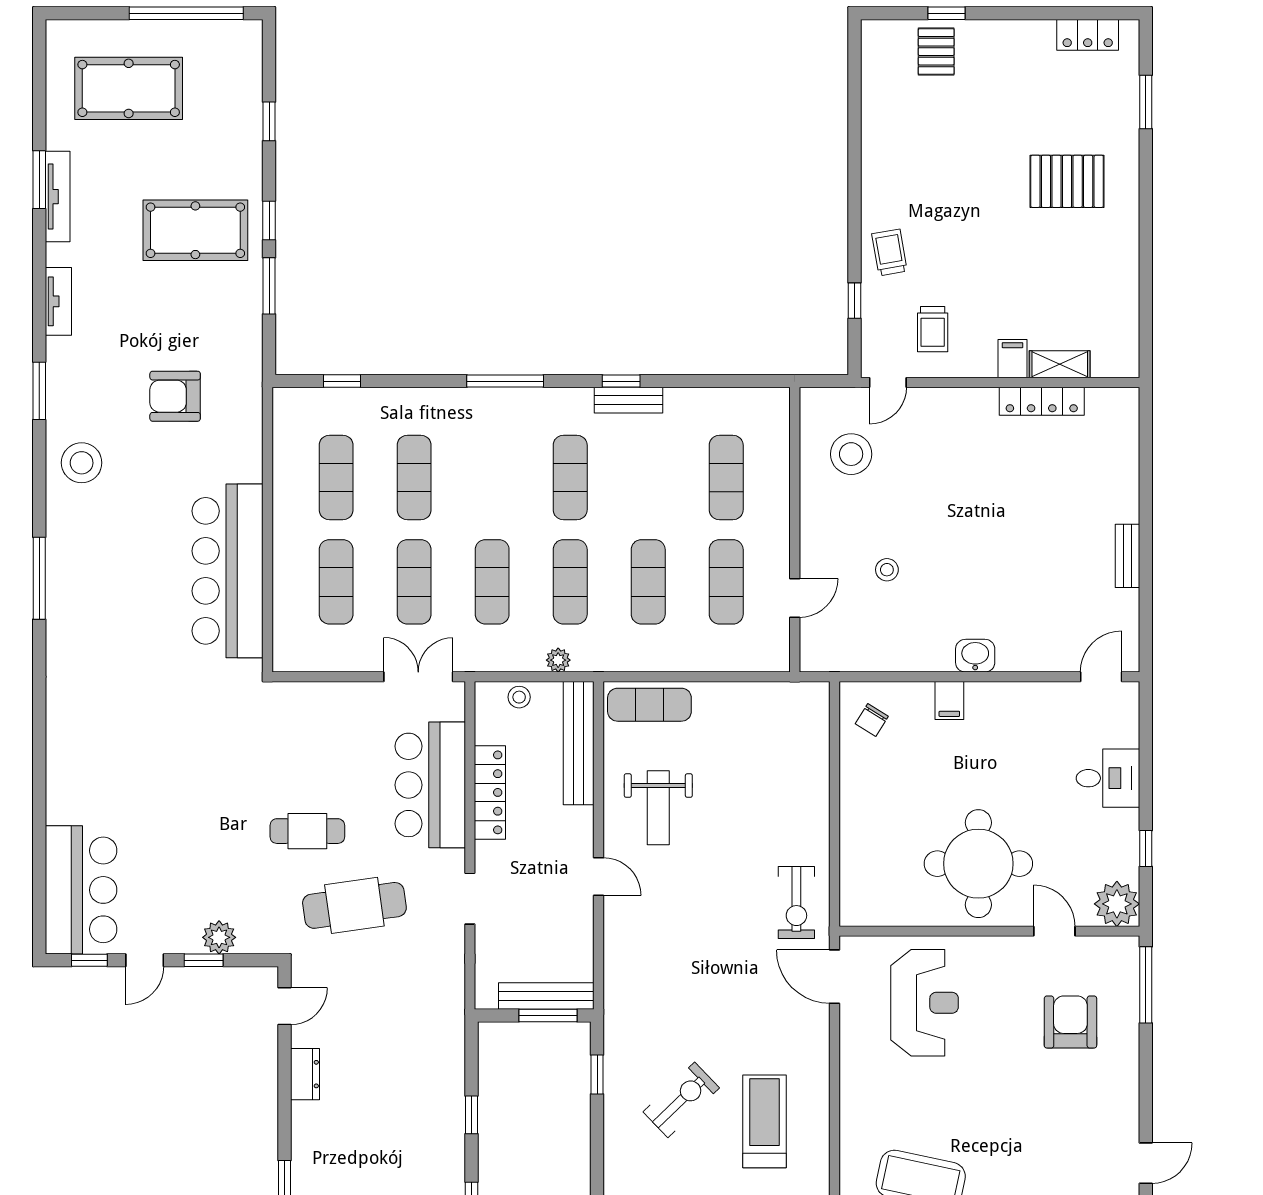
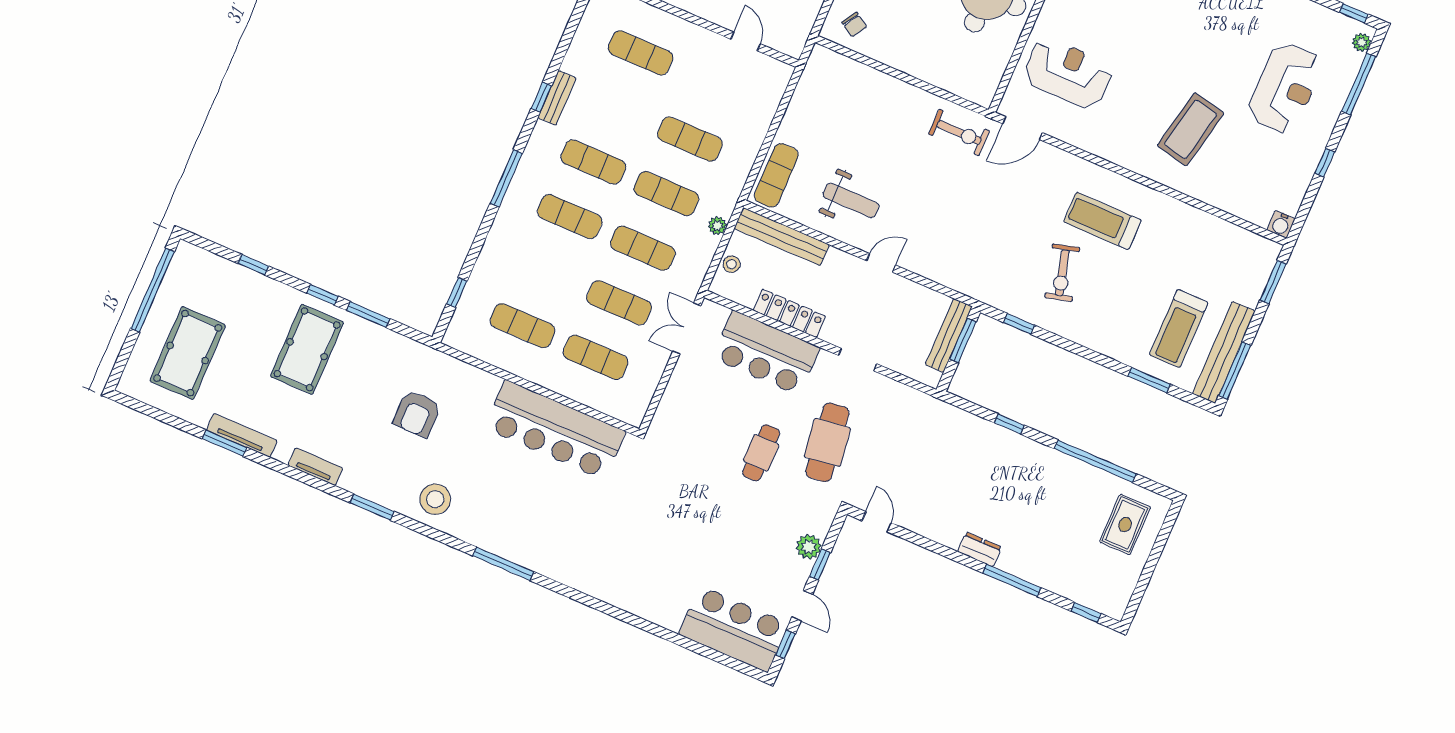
exercise mat: (414, 477) -> (570, 217), moved
exercise mat: (726, 582) -> (714, 84), removed
dresser: (305, 1074) -> (980, 549), moved
exercise bike: (681, 1100) -> (1062, 273), turned -151

